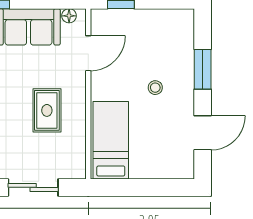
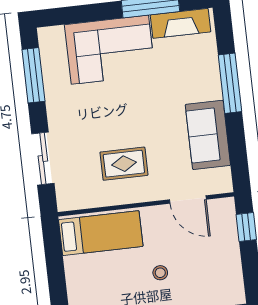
floor lamp: (69, 16) -> (224, 175), removed

